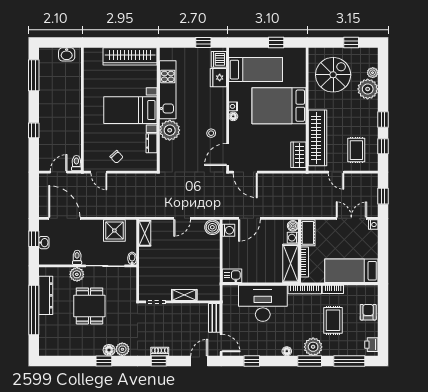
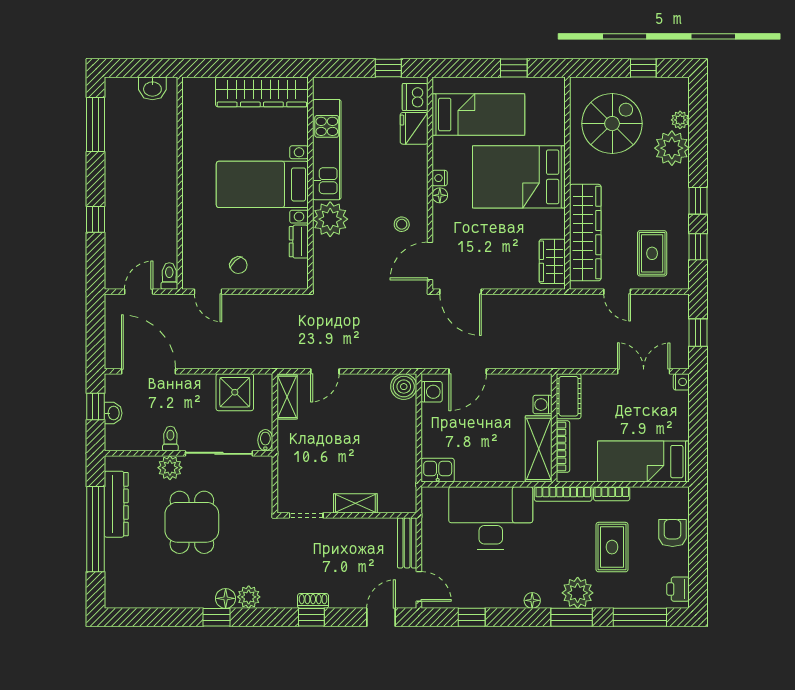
door: (182, 218) -> (325, 371), moved
boiler: (293, 226) -> (543, 384), removed

